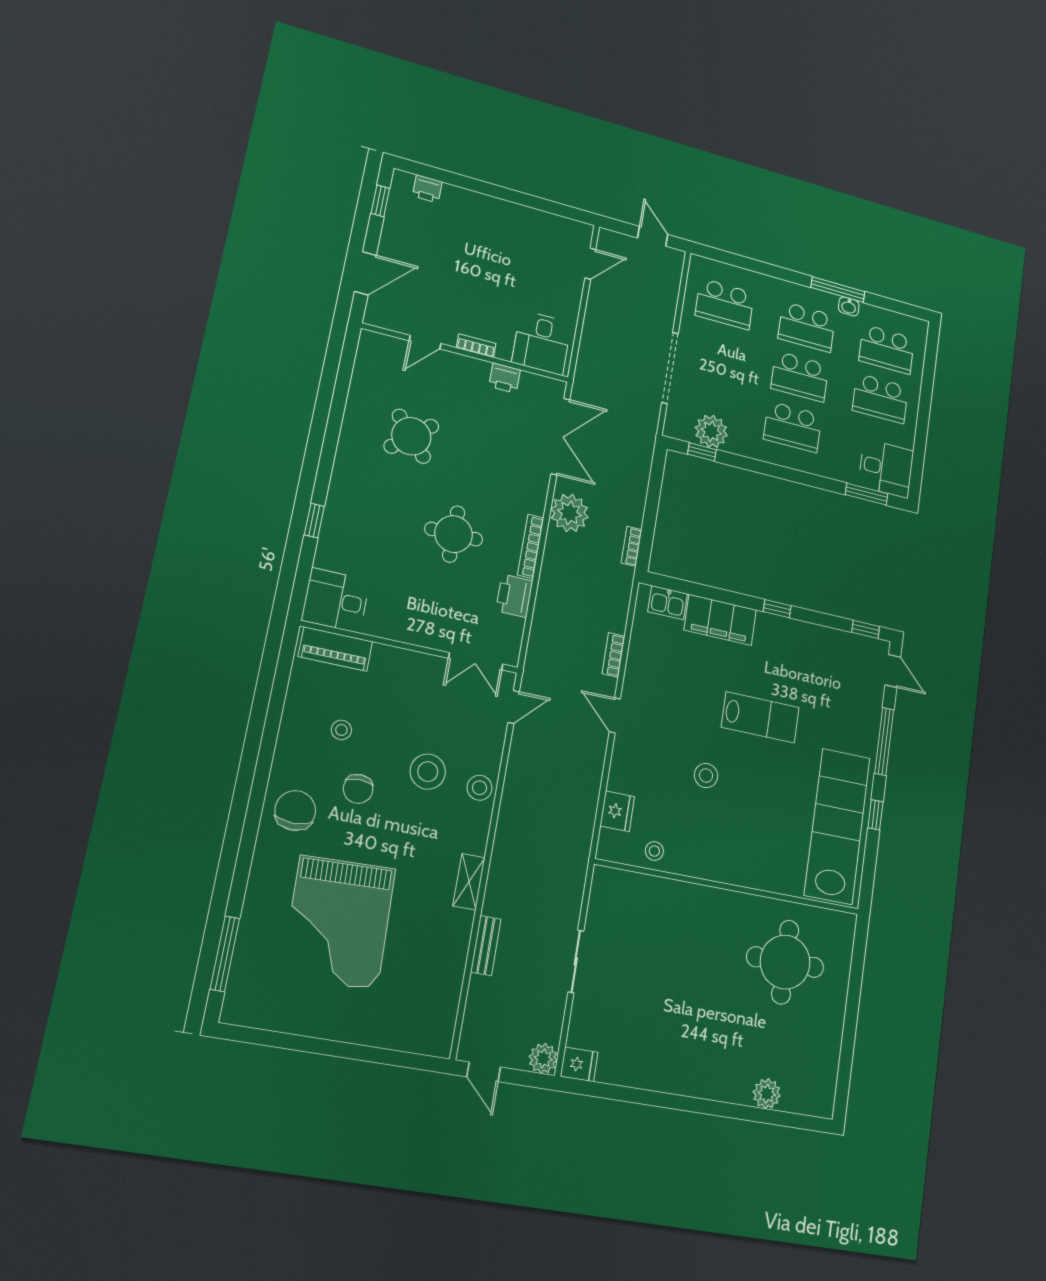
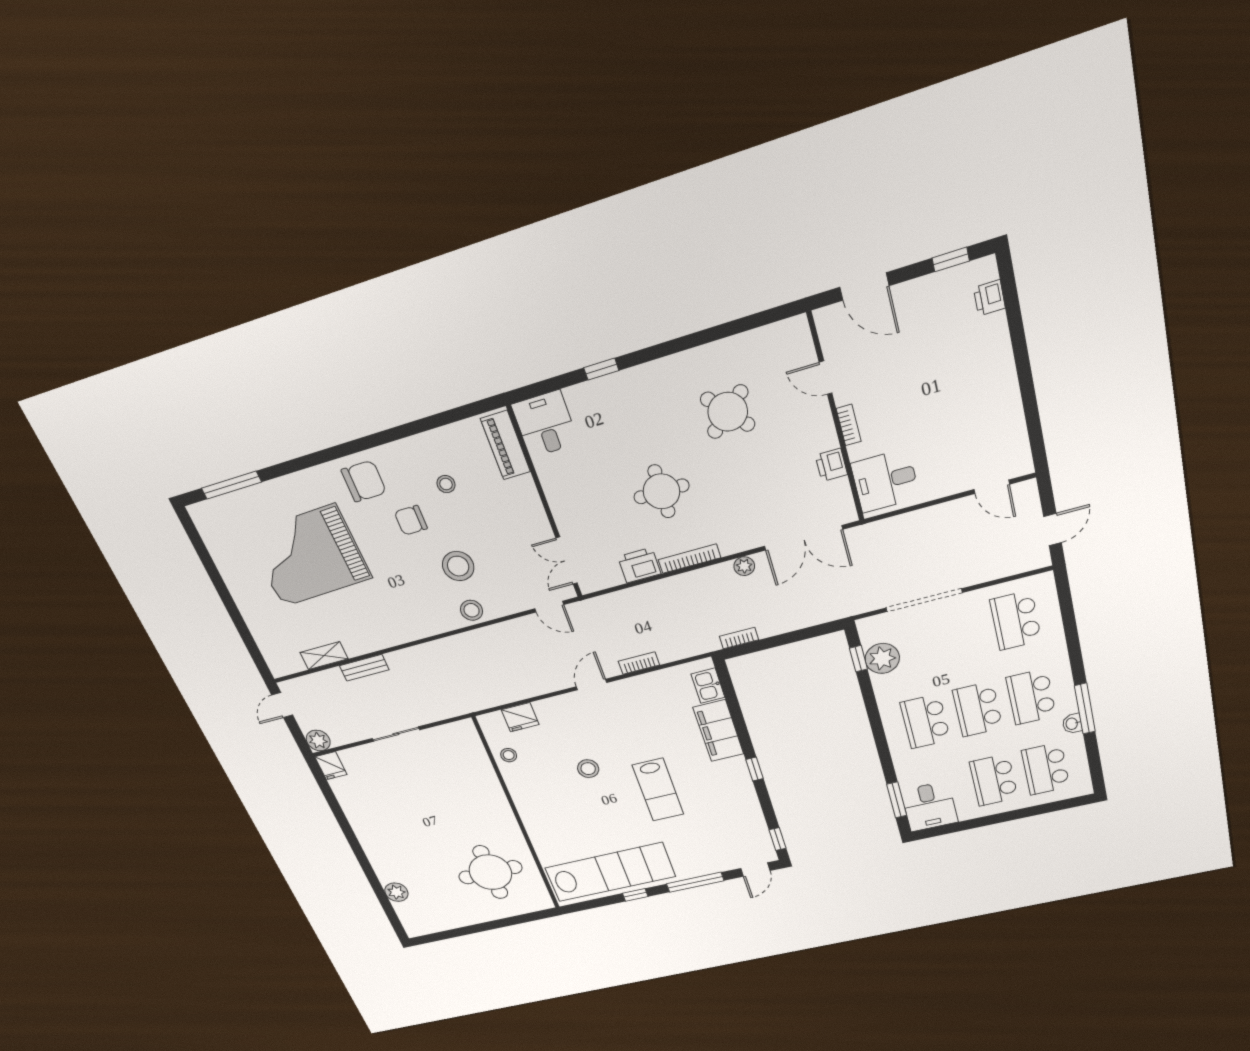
plant: (569, 513) -> (744, 566), width x0.53, depth x0.53
shelving: (469, 882) -> (324, 656), moved

